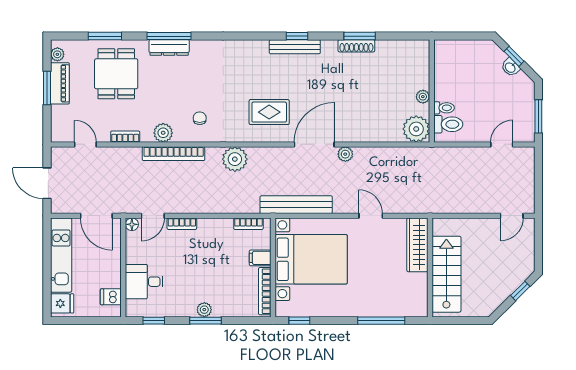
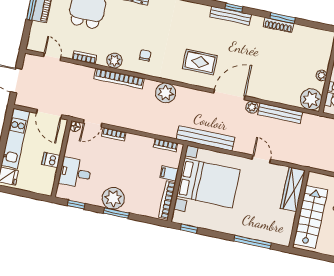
bench: (382, 154) -> (280, 113), added
dishwasher: (111, 297) -> (51, 160), moved
plant: (204, 310) -> (113, 198), width x1.88, depth x1.88

